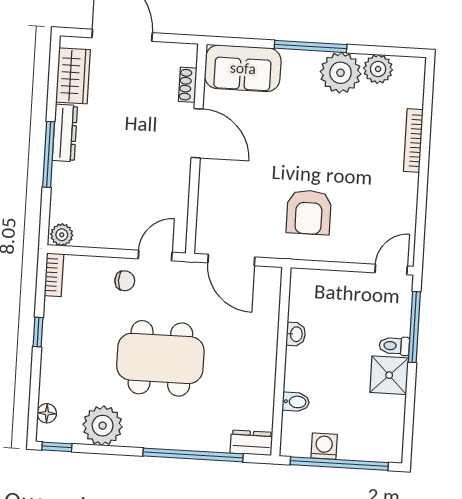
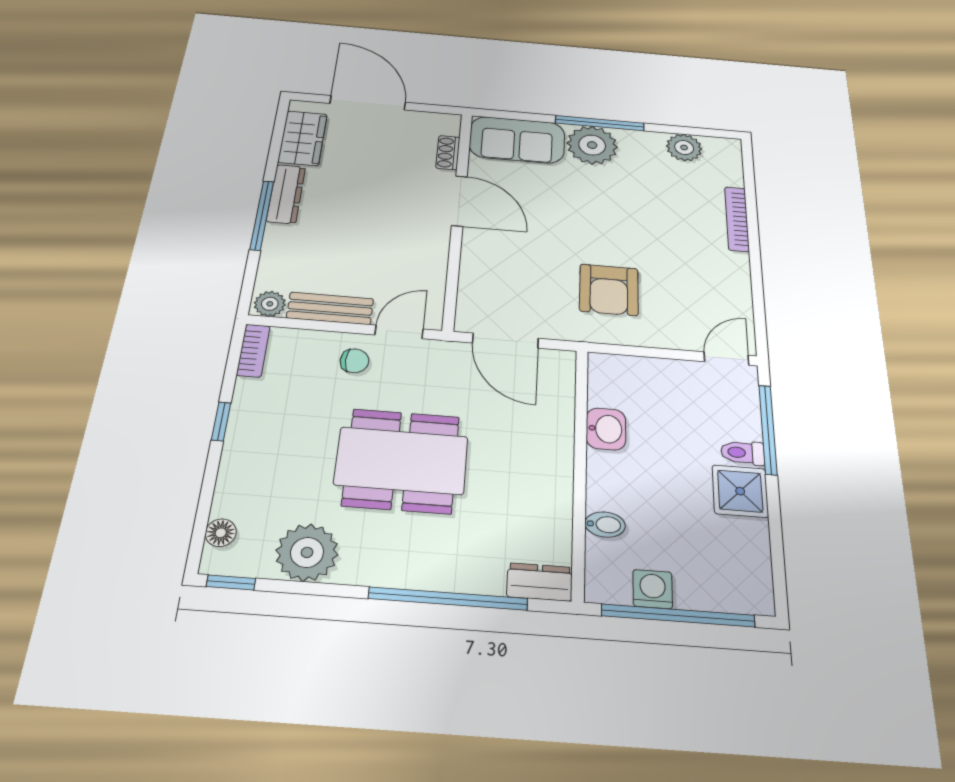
plant: (341, 73) -> (592, 145), moved
bench: (105, 237) -> (330, 308), added
washbasin: (296, 334) -> (606, 429), width x1.38, depth x1.45

